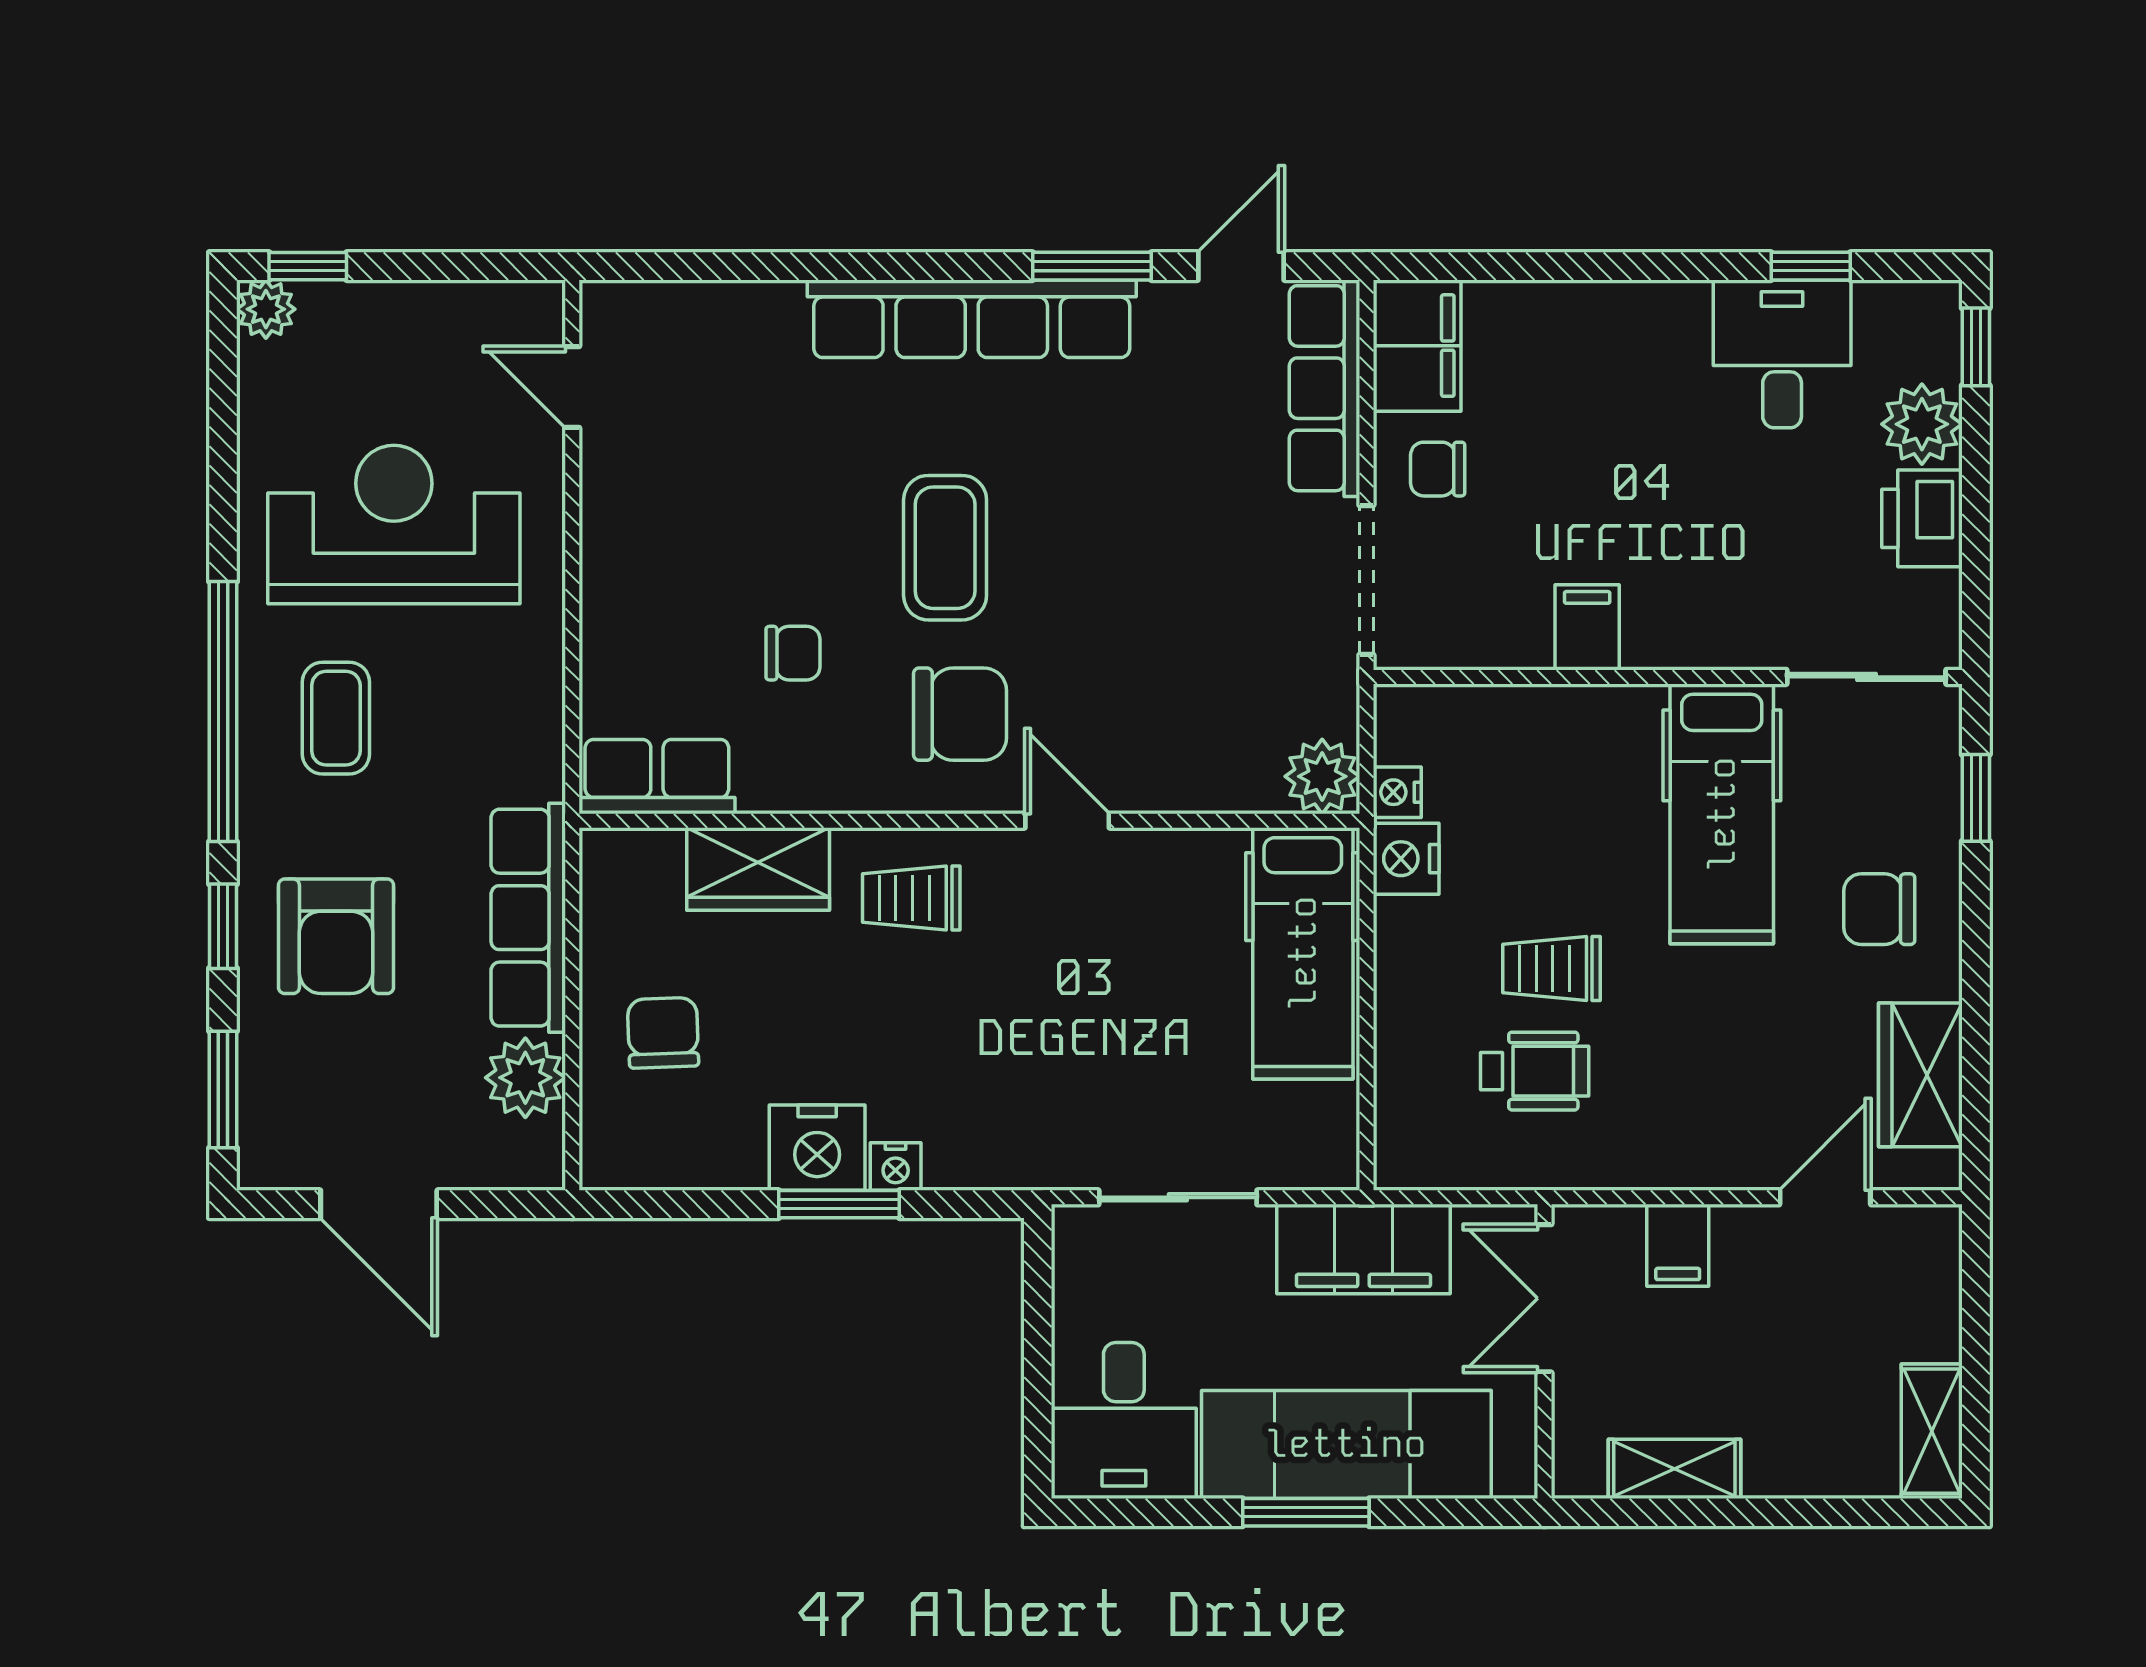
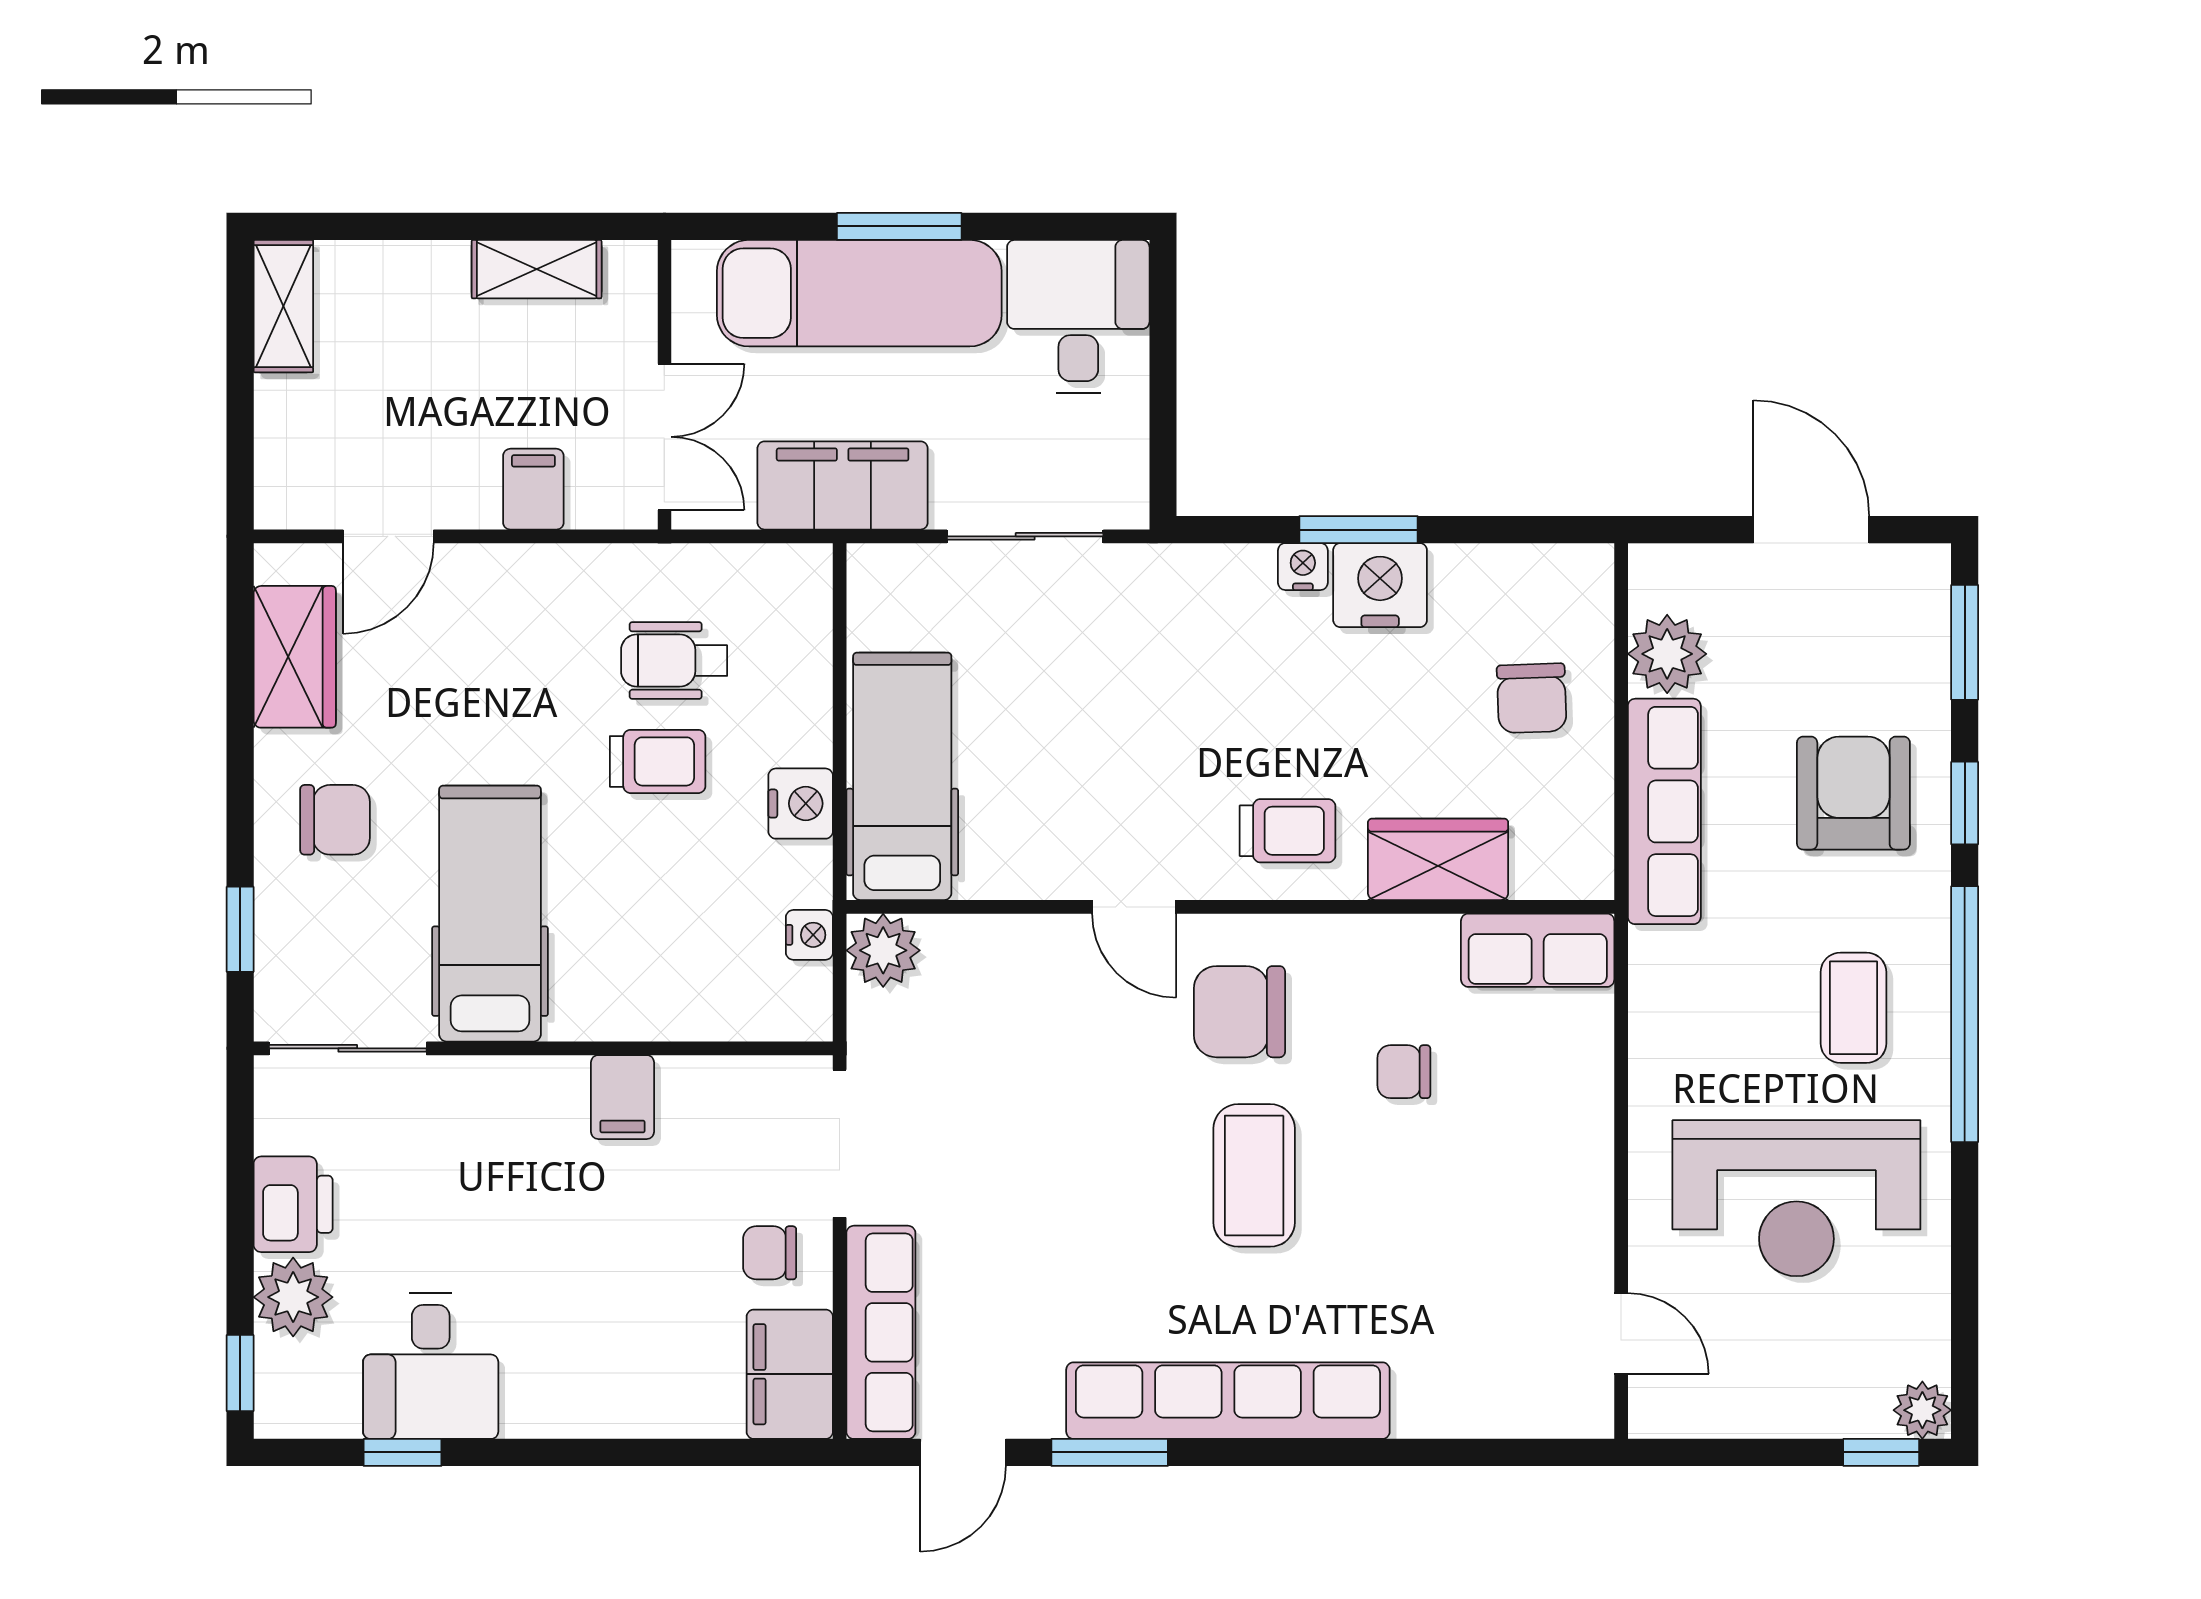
chair: (1438, 469) -> (770, 1253), turned 180
nightstand: (1406, 859) -> (801, 804), moved

